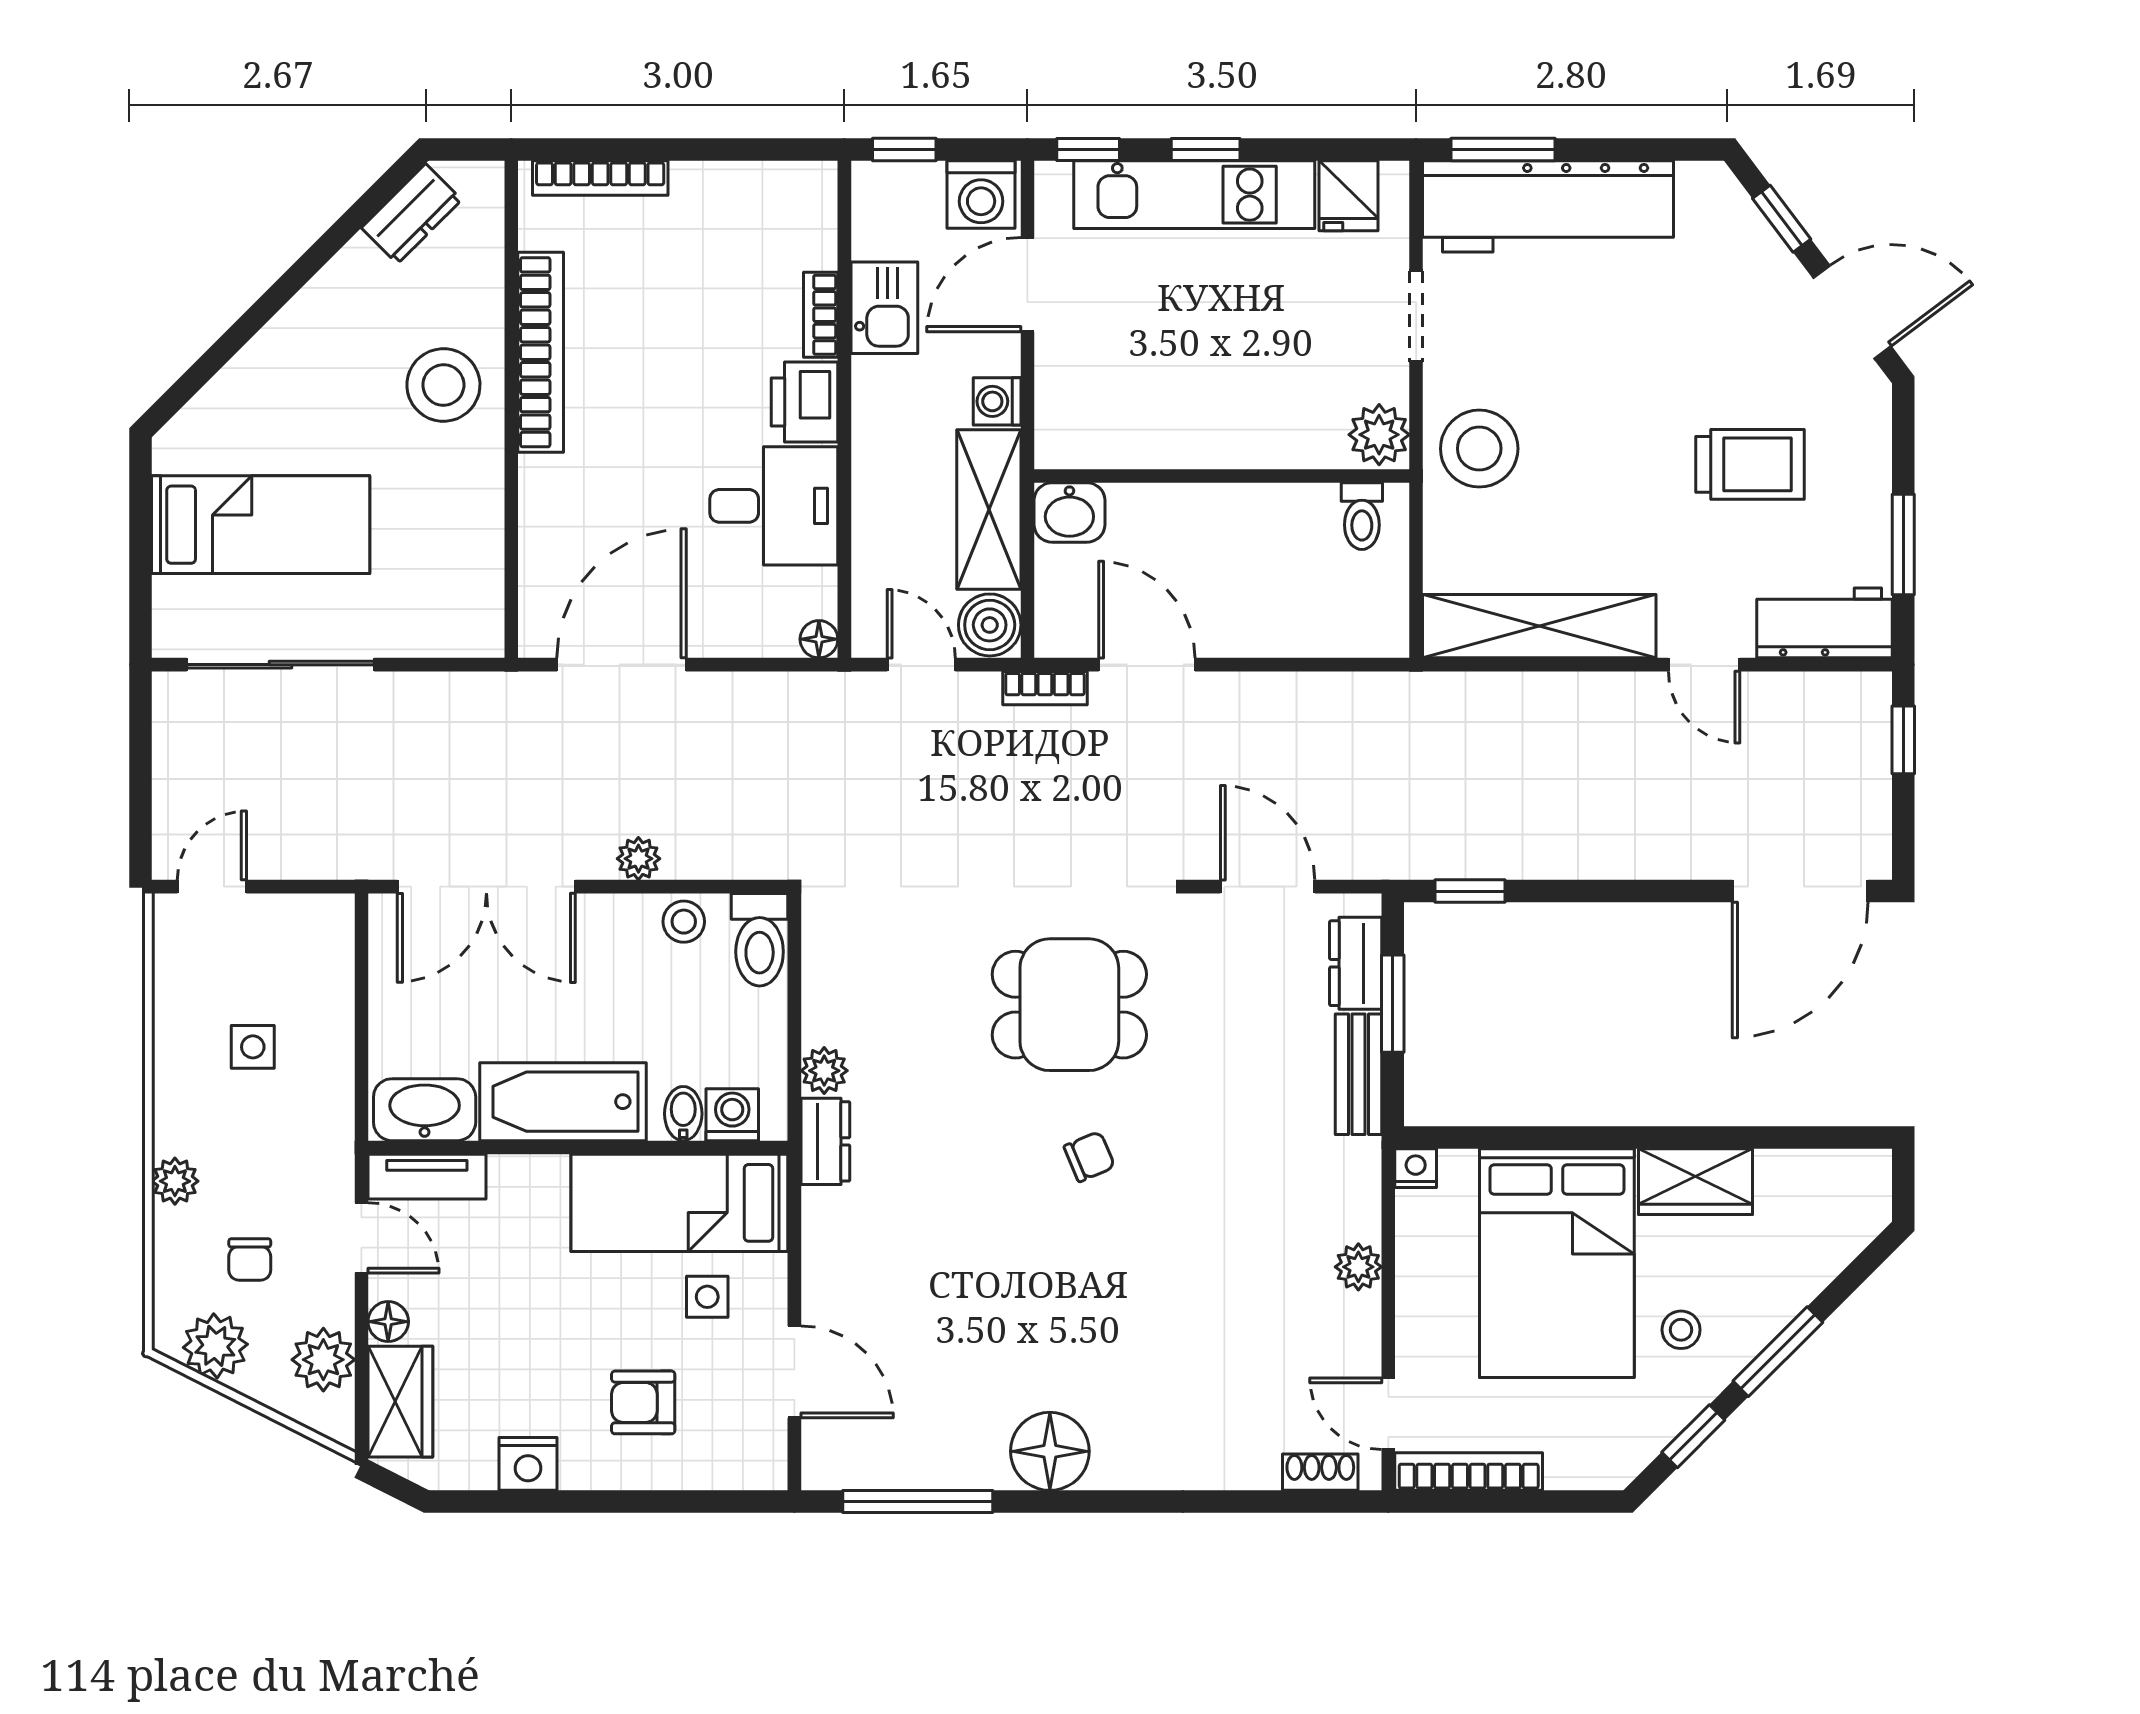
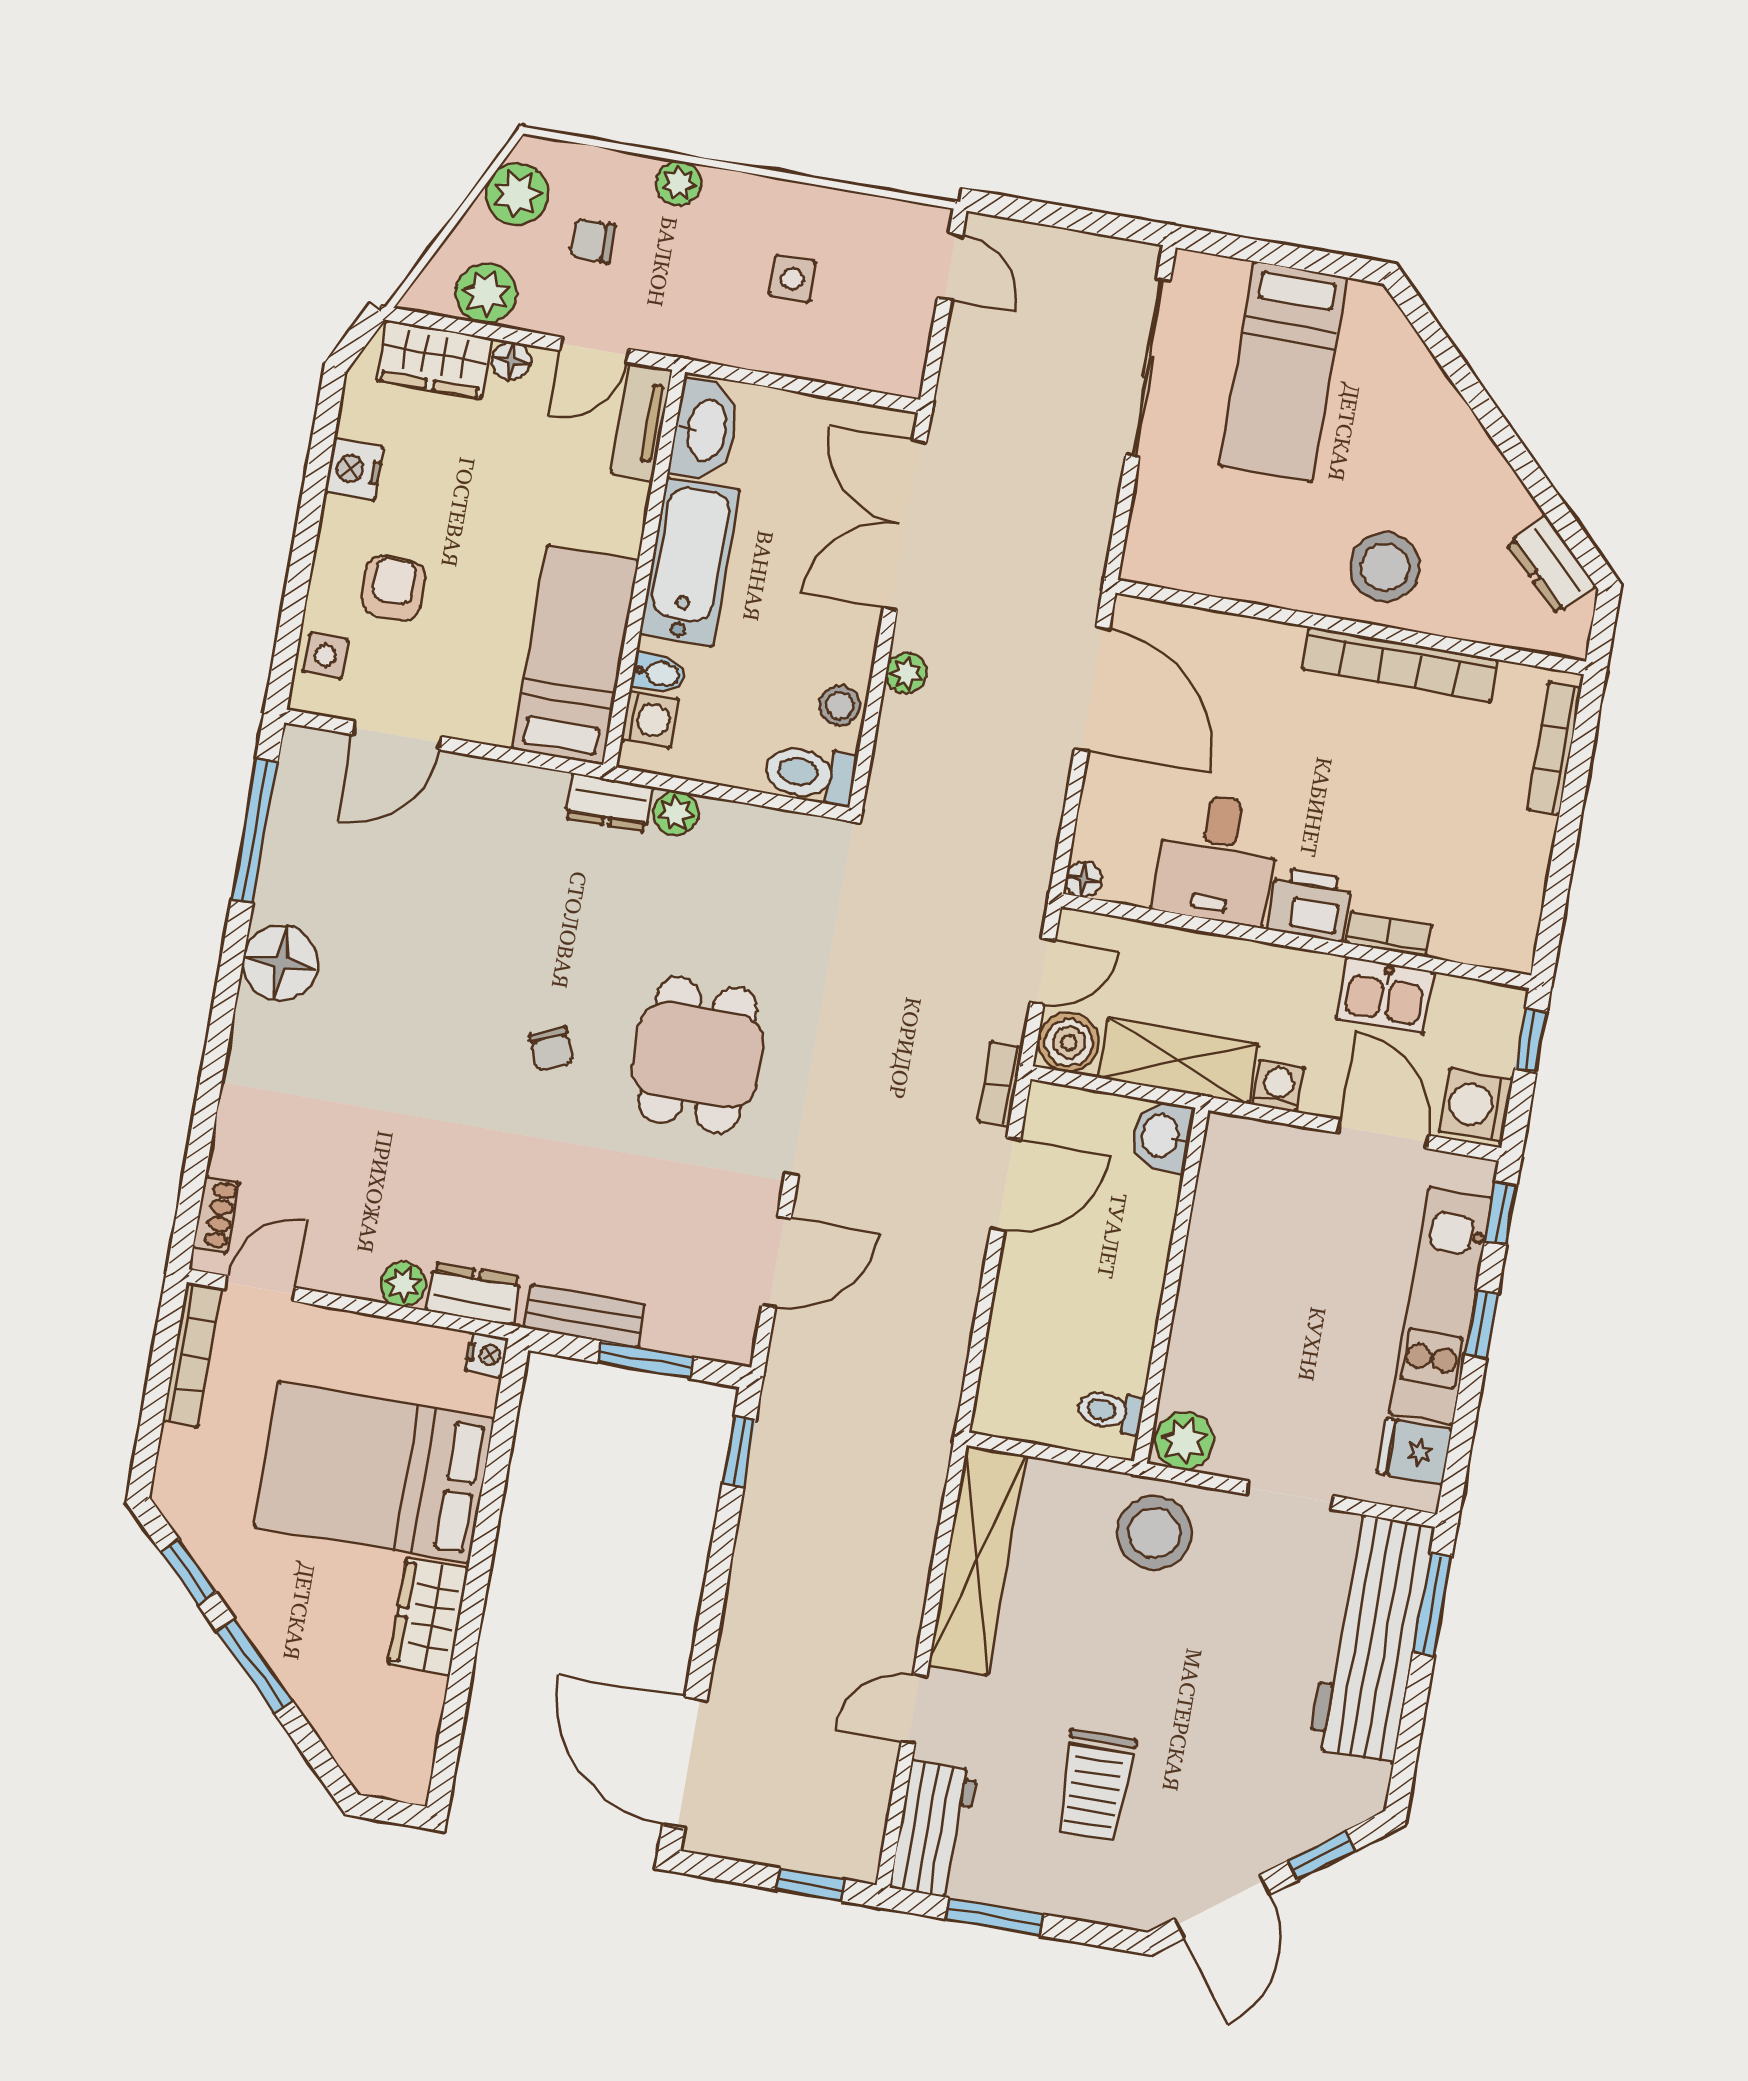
dresser: (1356, 963) -> (473, 1294), moved
side table: (707, 1297) -> (326, 656), moved
stool: (1681, 1330) -> (291, 1578), removed

